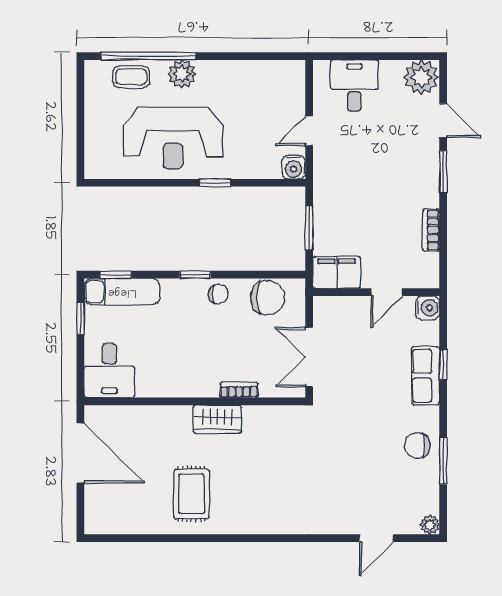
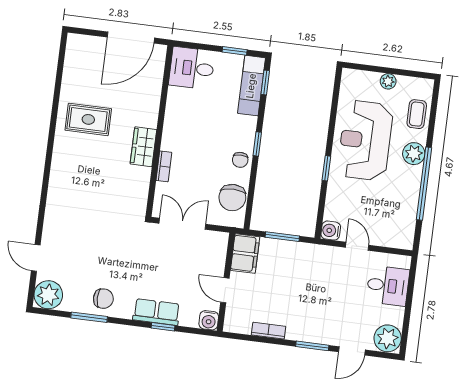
window: (149, 56) -> (424, 184), moved
plant: (94, 118) -> (388, 81), added
chair: (417, 445) -> (103, 299), turned 90
plant: (430, 525) -> (48, 295), width x1.88, depth x1.88

